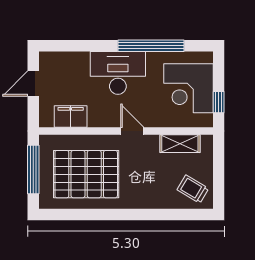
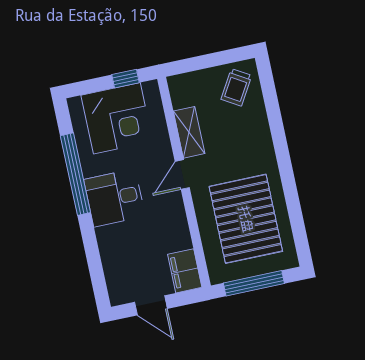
desk: (118, 73) -> (115, 198), width x0.73
filing cabinet: (71, 116) -> (185, 271), moved
shelving: (180, 144) -> (189, 132), moved

